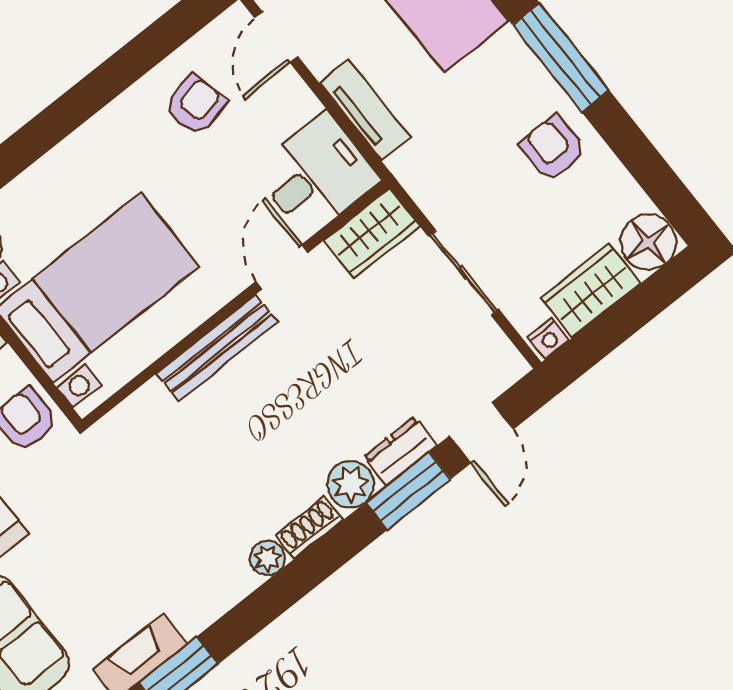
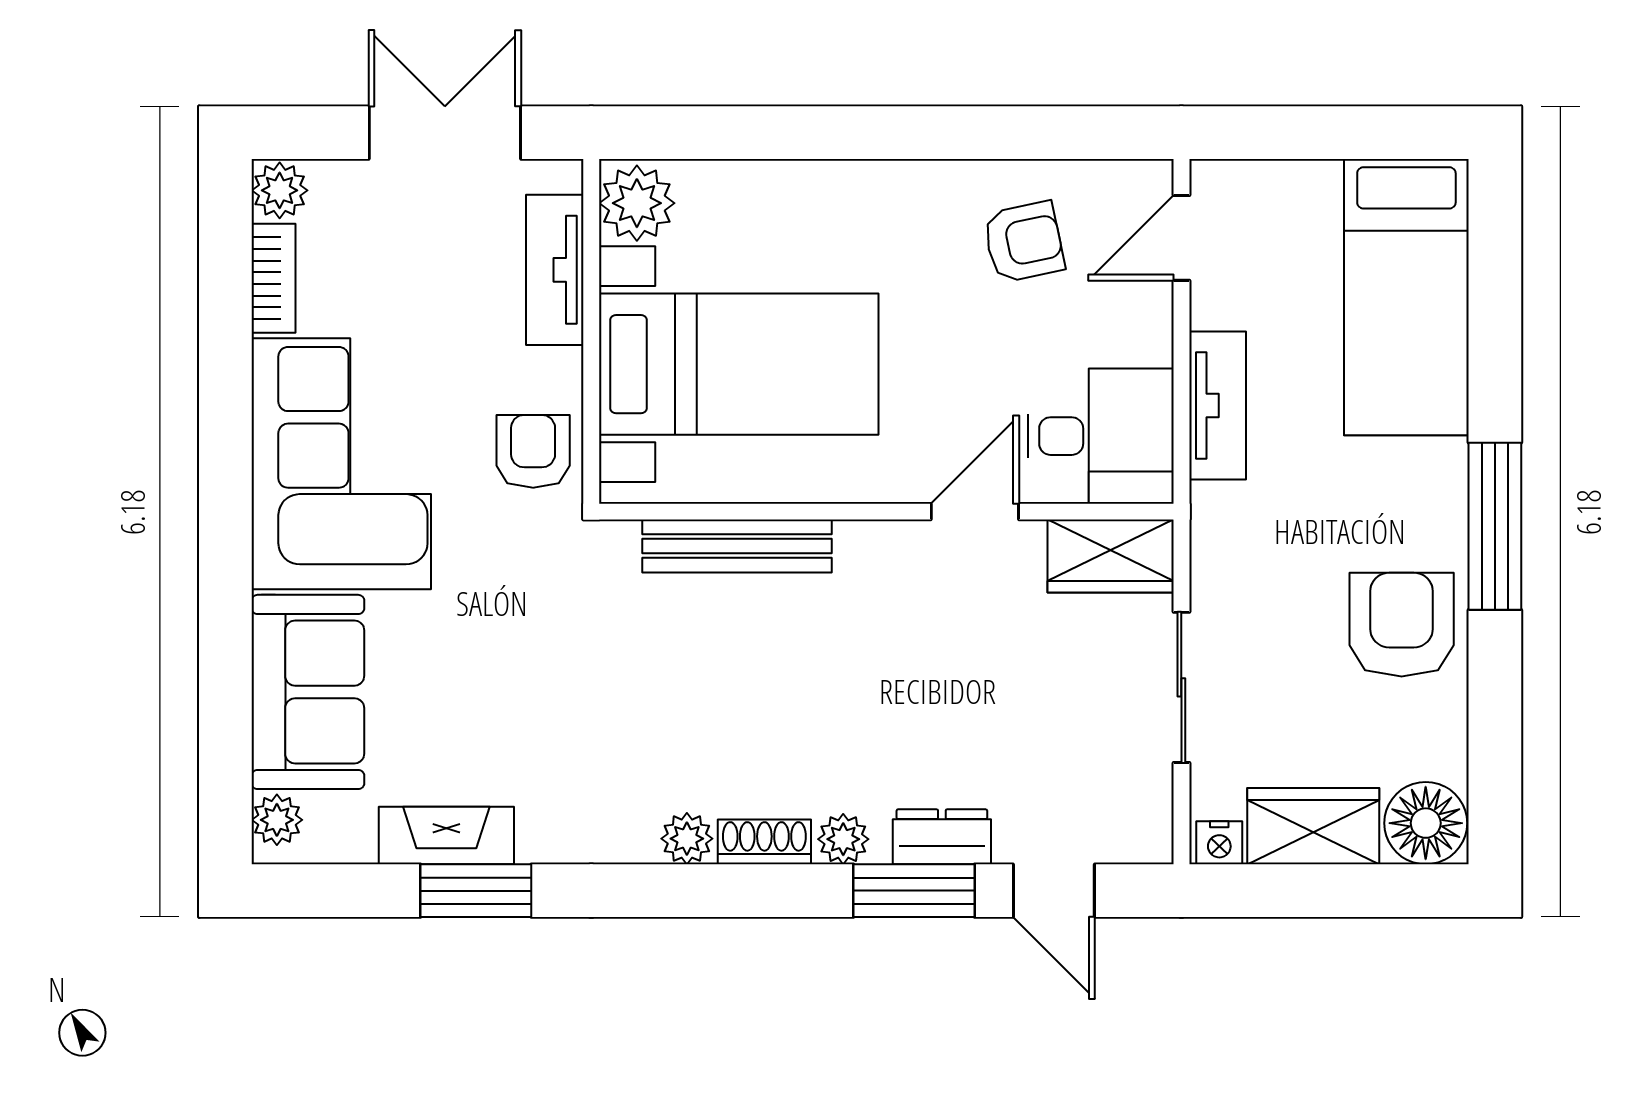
armchair: (553, 148) -> (1402, 625), width x1.38, depth x1.38
bench: (217, 348) -> (737, 546), moved
door: (481, 432) -> (1054, 891), hinge flipped
plant: (351, 484) -> (843, 839), width x0.73, depth x0.73

